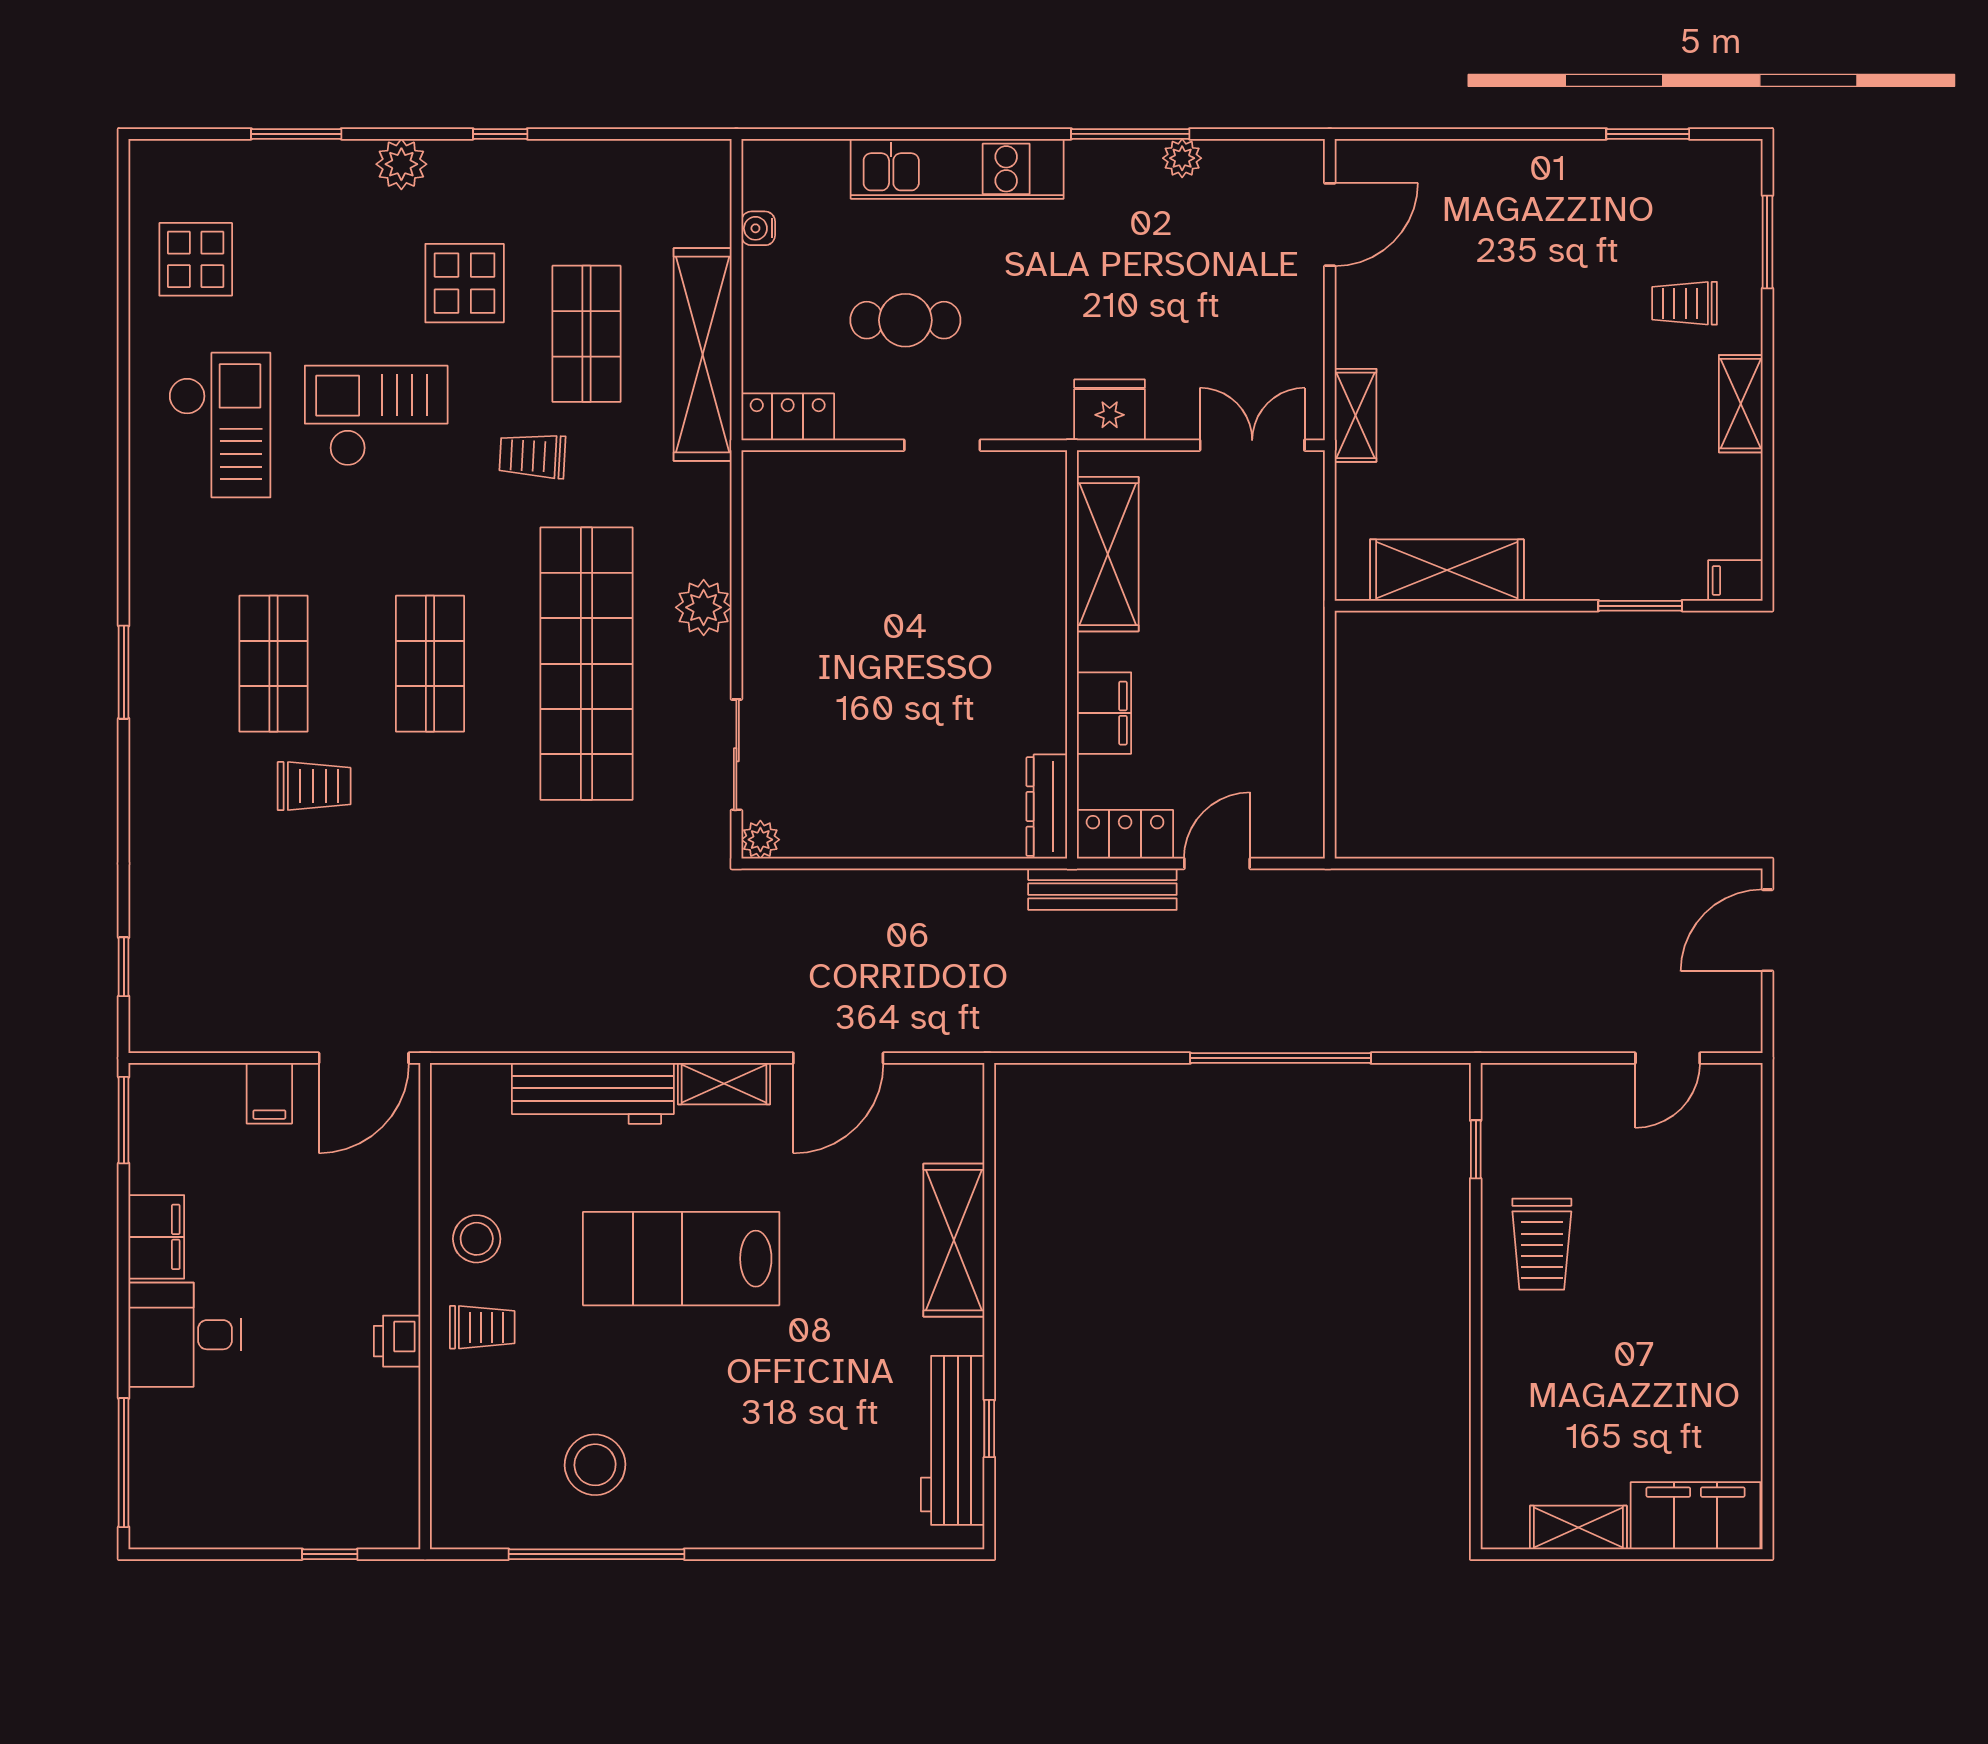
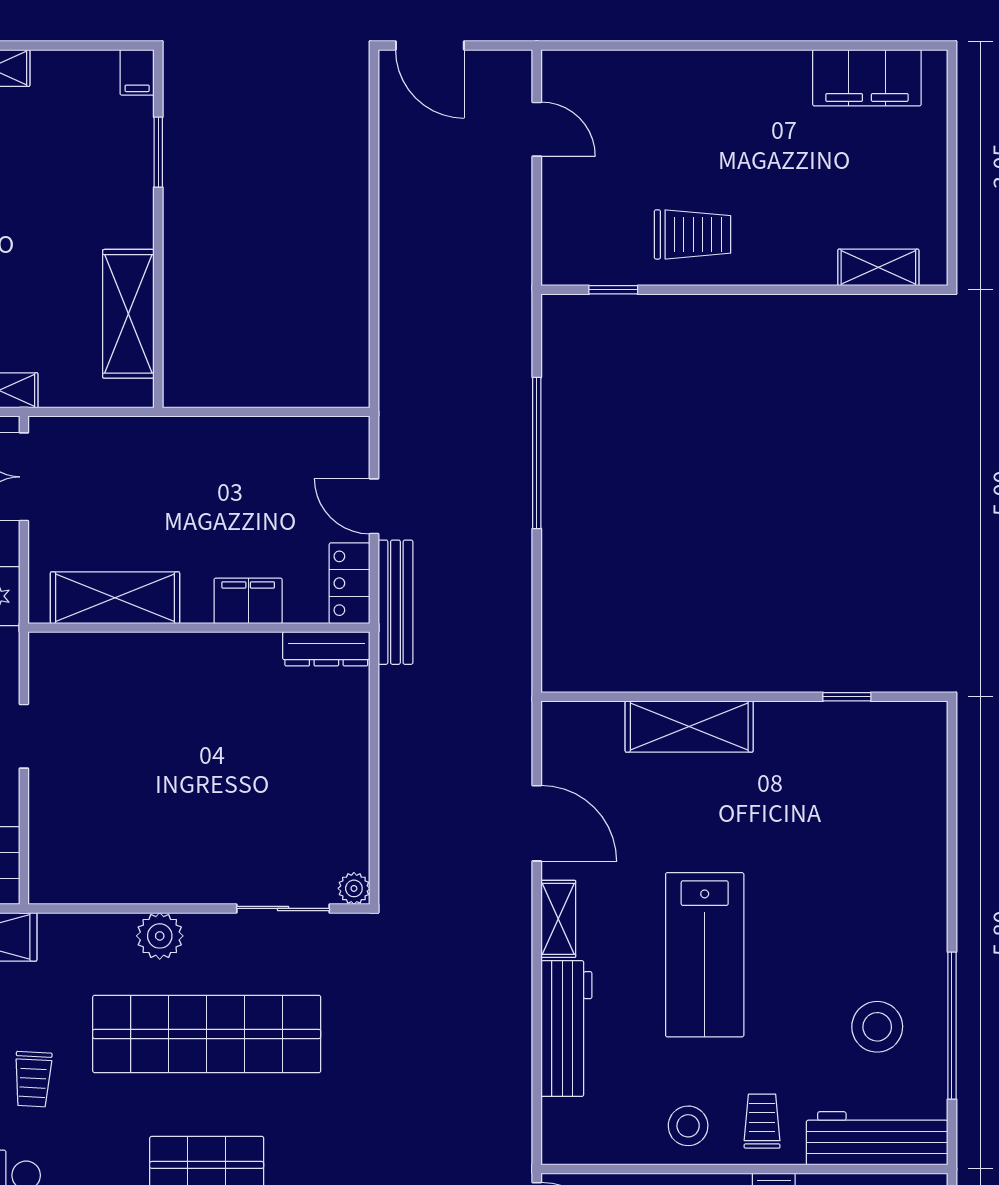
workbench: (953, 1440) -> (877, 1138), moved, turned 180
filing cabinet: (1696, 1516) -> (867, 78), moved, turned -90
shelving: (1578, 1527) -> (878, 267), moved, turned 90

